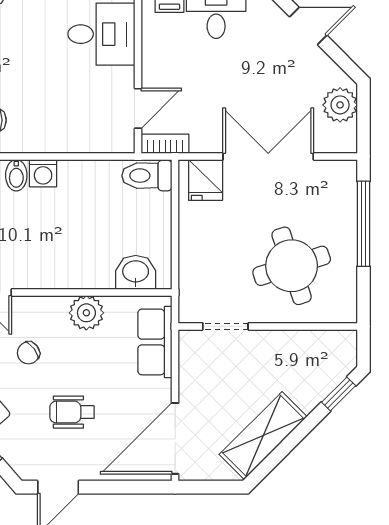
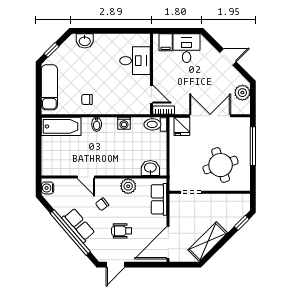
door: (138, 108) -> (151, 94), hinge flipped
washing machine: (43, 173) -> (124, 123), moved

